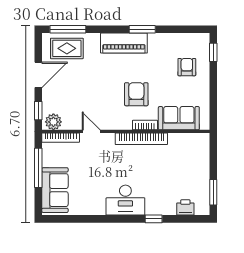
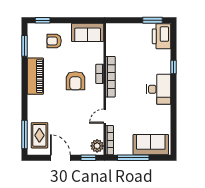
window: (142, 29) -> (24, 46), moved
piano: (124, 43) -> (35, 76), moved
armchair: (136, 94) -> (75, 81), turned -90
sofa: (179, 118) -> (88, 32), moved, turned -90
printer: (185, 207) -> (162, 36), width x1.87, depth x1.48

